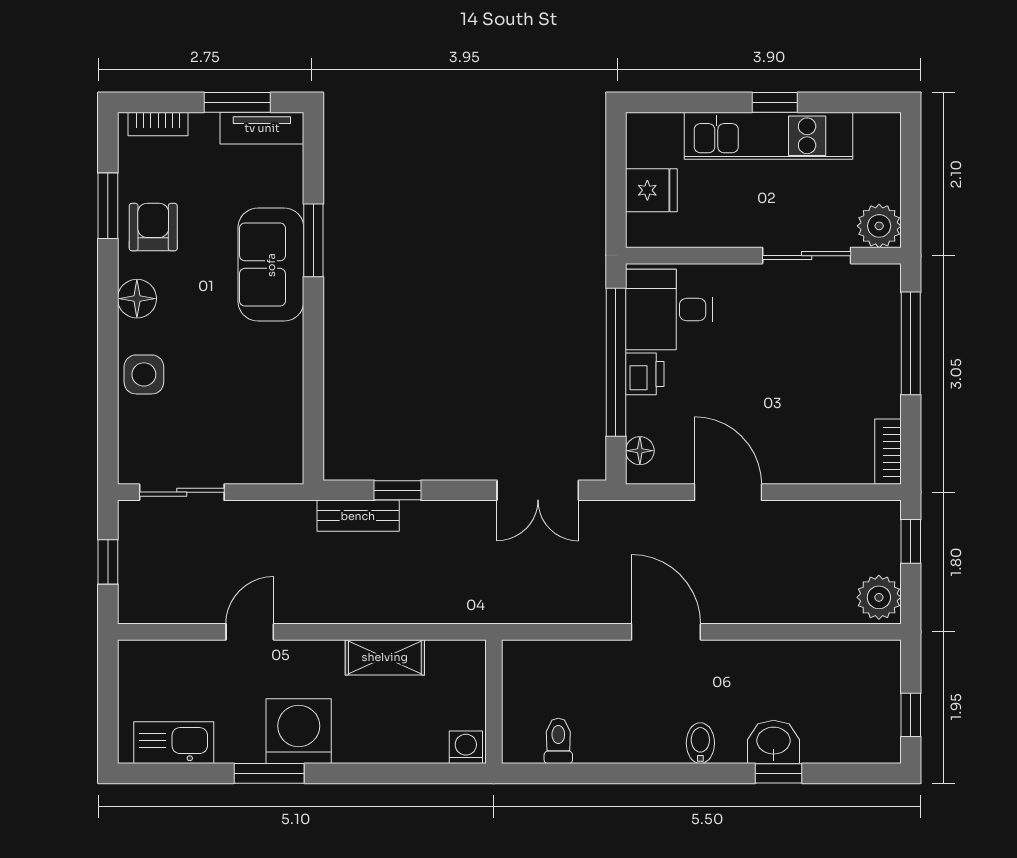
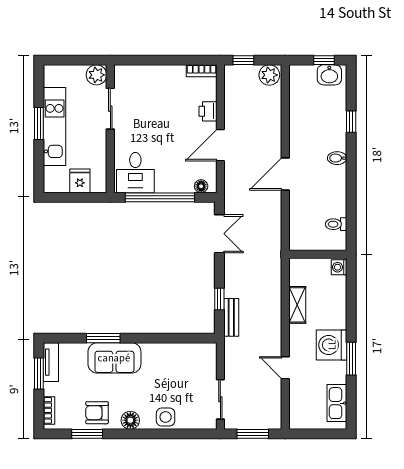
window: (775, 102) -> (39, 123), width x1.50
window: (911, 343) -> (151, 60), removed
printer: (645, 374) -> (208, 111), moved, turned -90
window: (108, 562) -> (253, 434), width x1.50
washbasin: (774, 742) -> (329, 75), moved, turned -90

